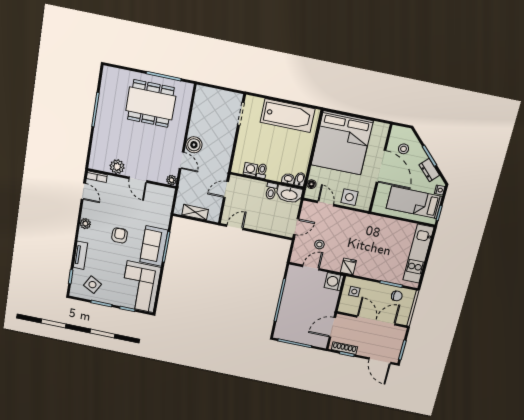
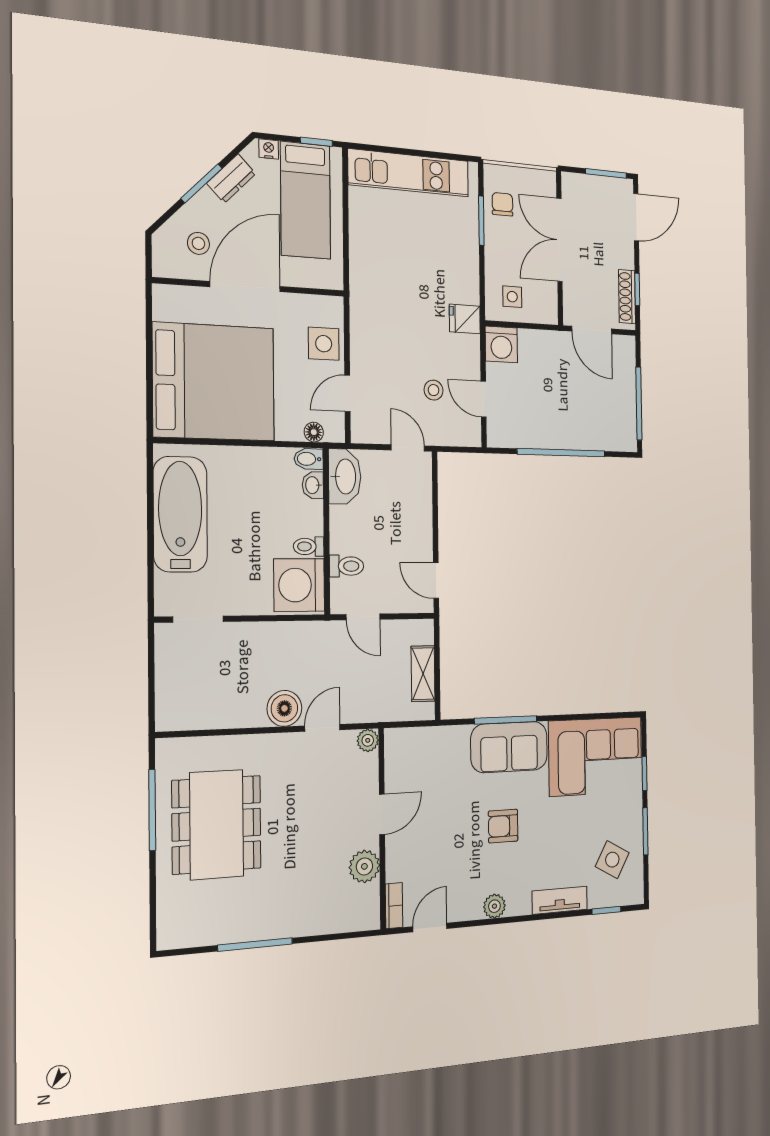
washing machine: (250, 170) -> (299, 585), width x1.89, depth x1.89
toilet: (271, 191) -> (347, 566), moved

